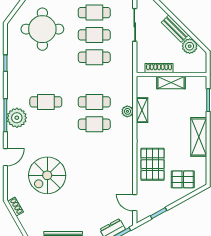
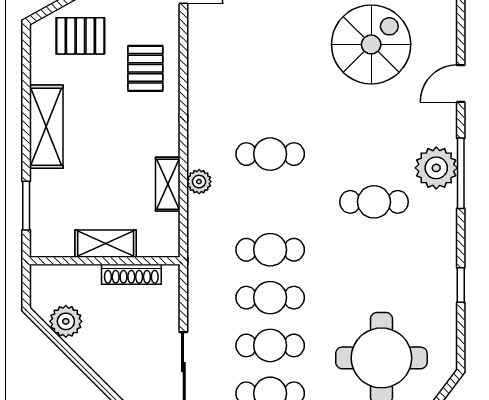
bench: (175, 29) -> (97, 359), removed
cafe table: (94, 102) -> (270, 250), moved
pallet: (153, 164) -> (145, 68), width x0.67, depth x0.71

